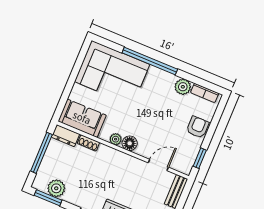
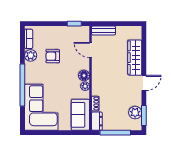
armchair: (198, 127) -> (53, 56), moved

